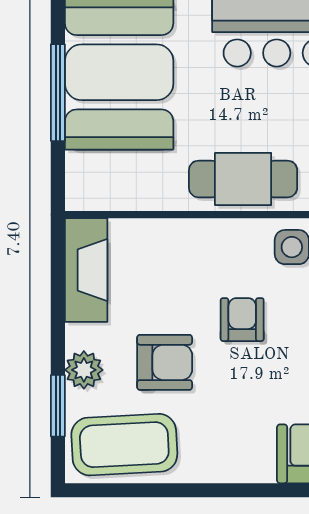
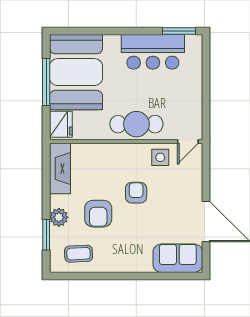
fridge: (88, 179) -> (61, 124), added
armchair: (165, 362) -> (98, 214), turned 90
coffee table: (124, 445) -> (79, 254), width x0.54, depth x0.58

